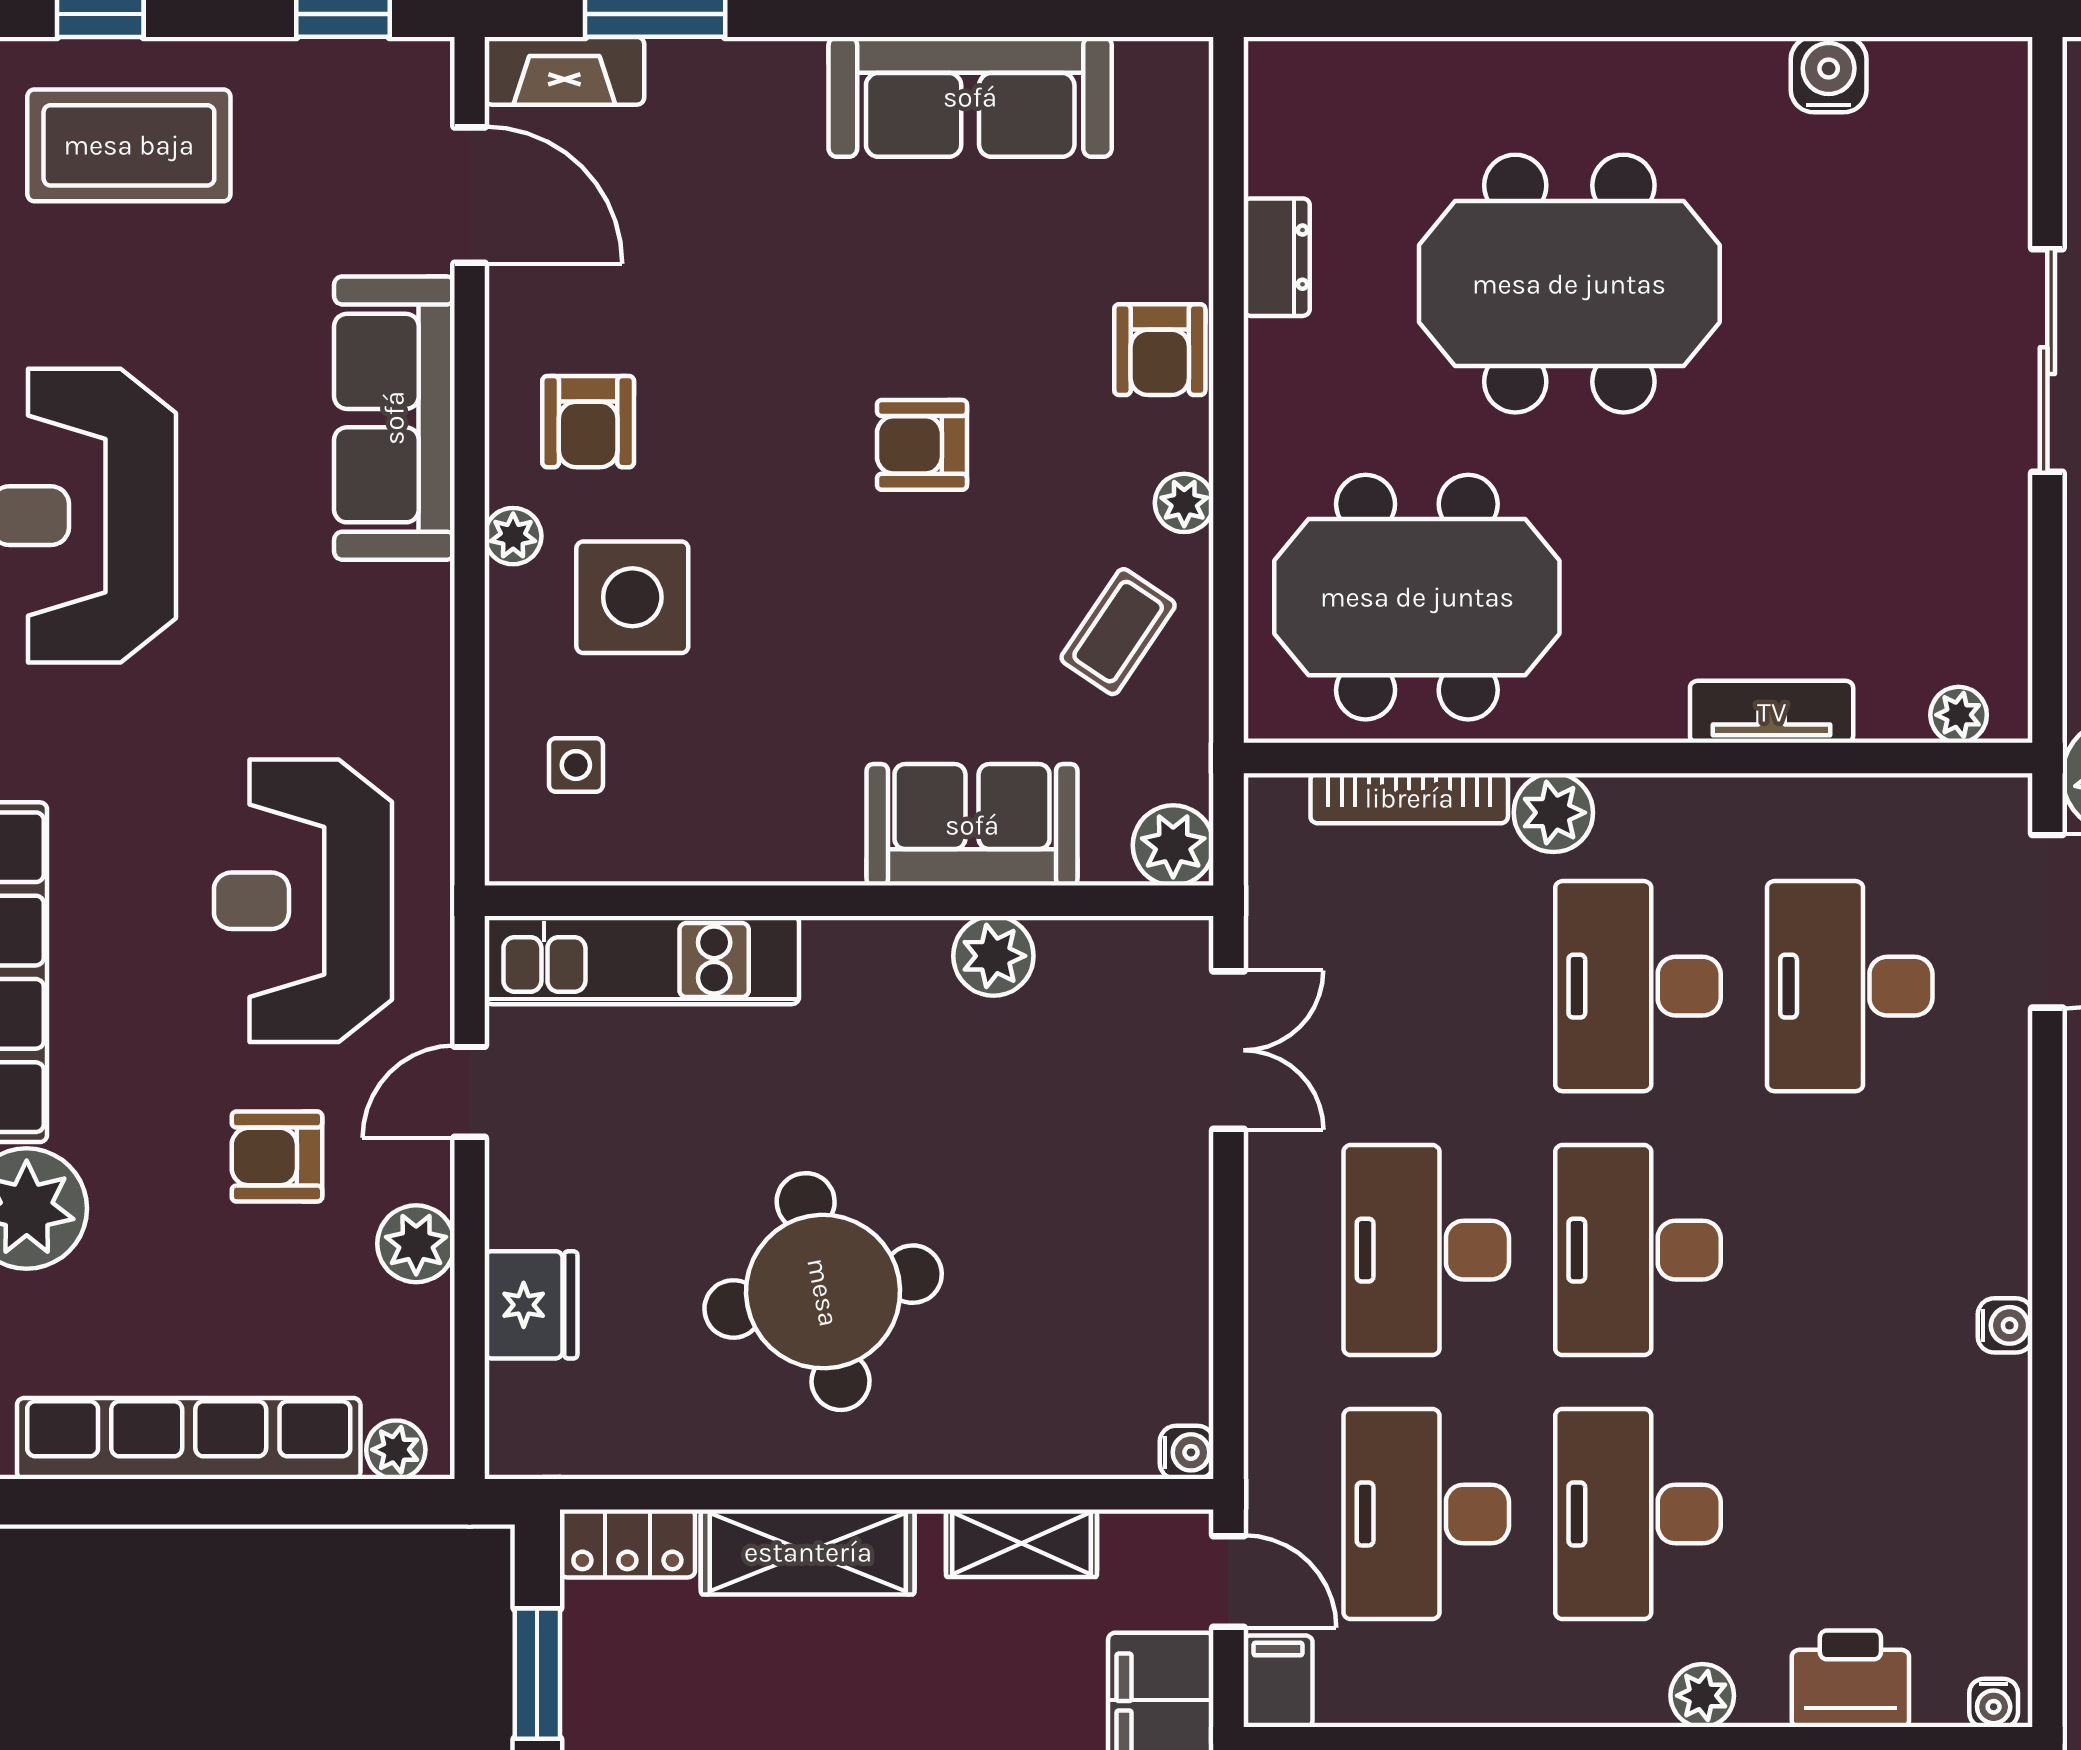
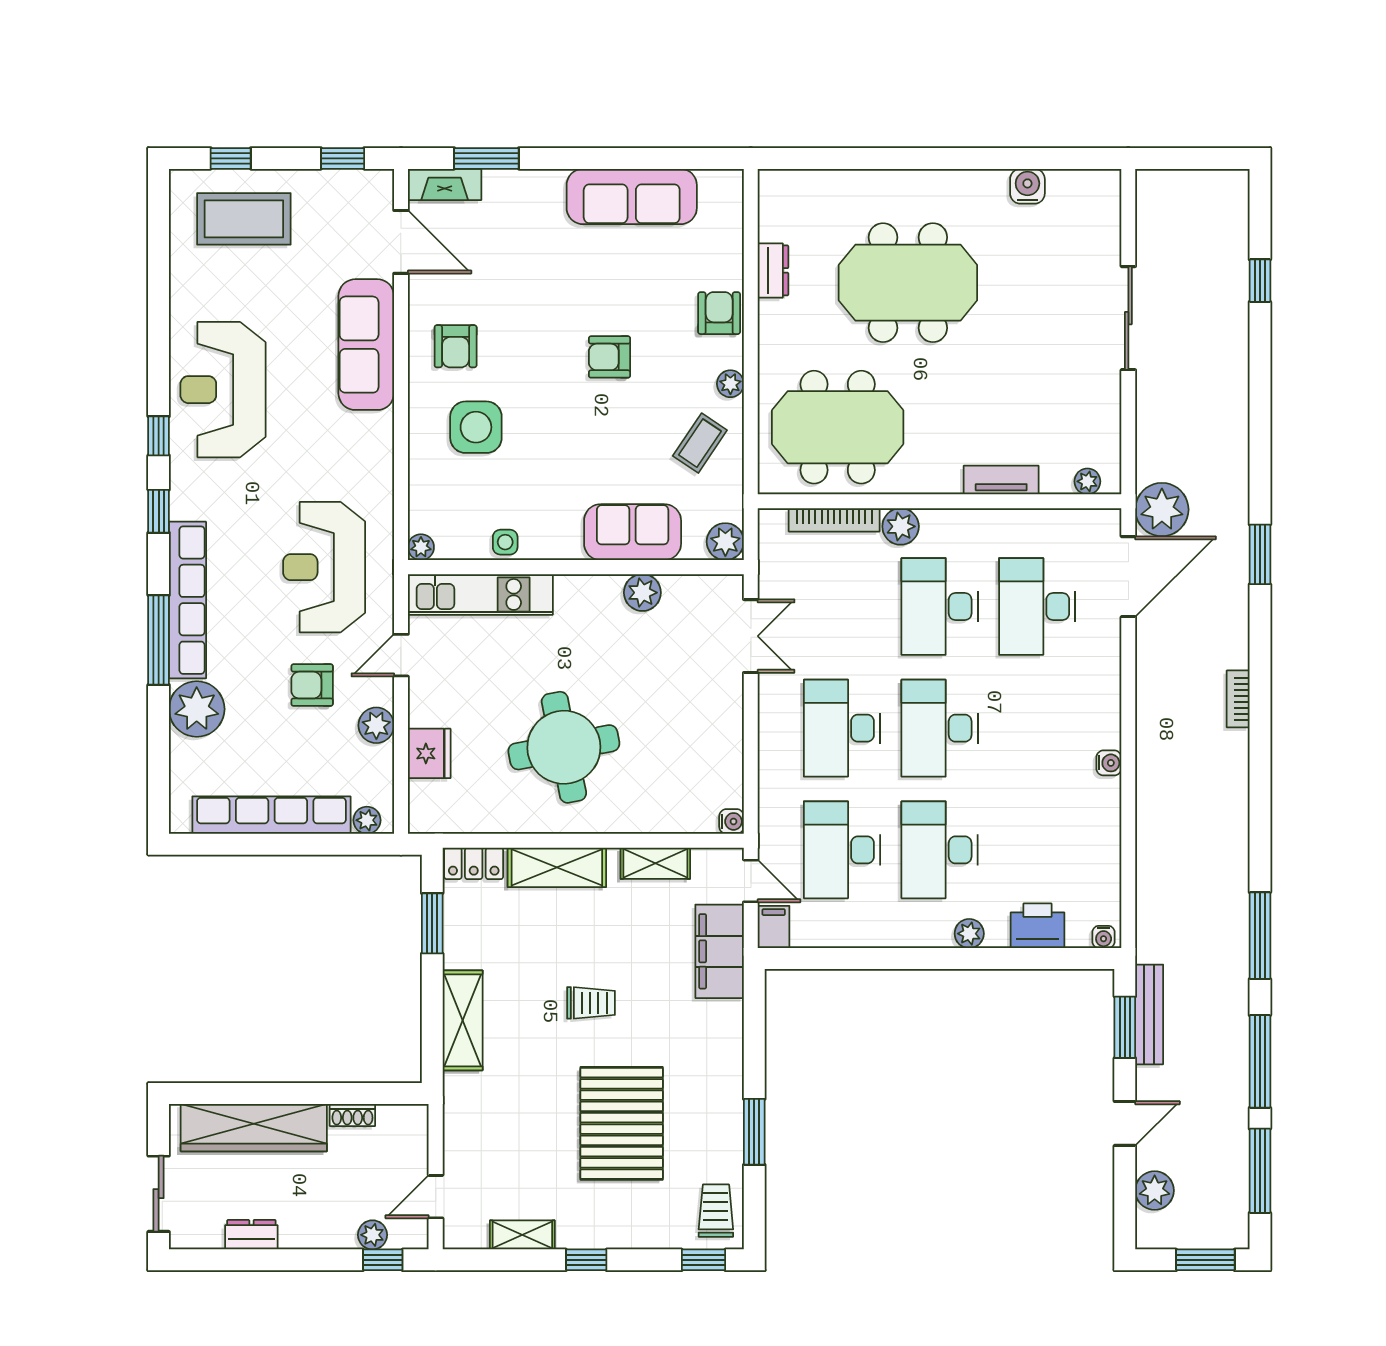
armchair: (1160, 350) -> (719, 313), turned 180
plant: (513, 536) -> (421, 547), moved
side table: (576, 765) -> (505, 542), moved

